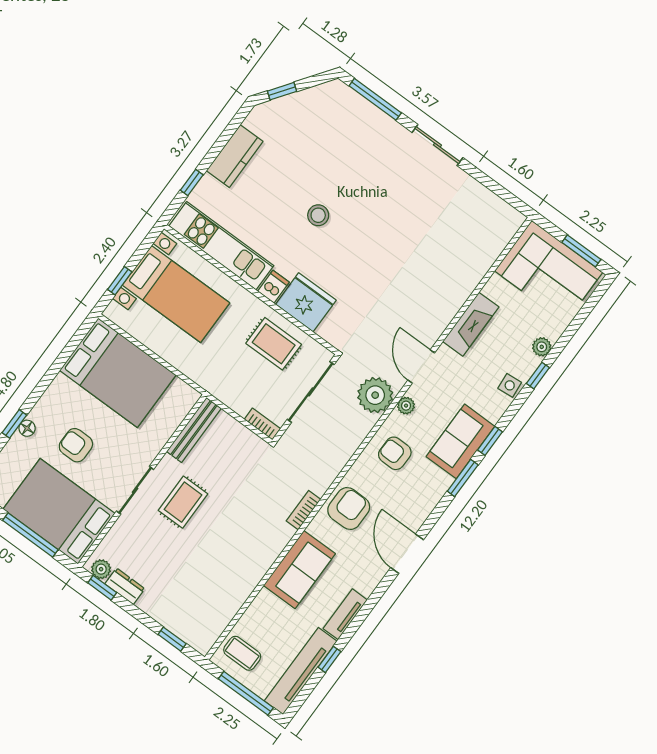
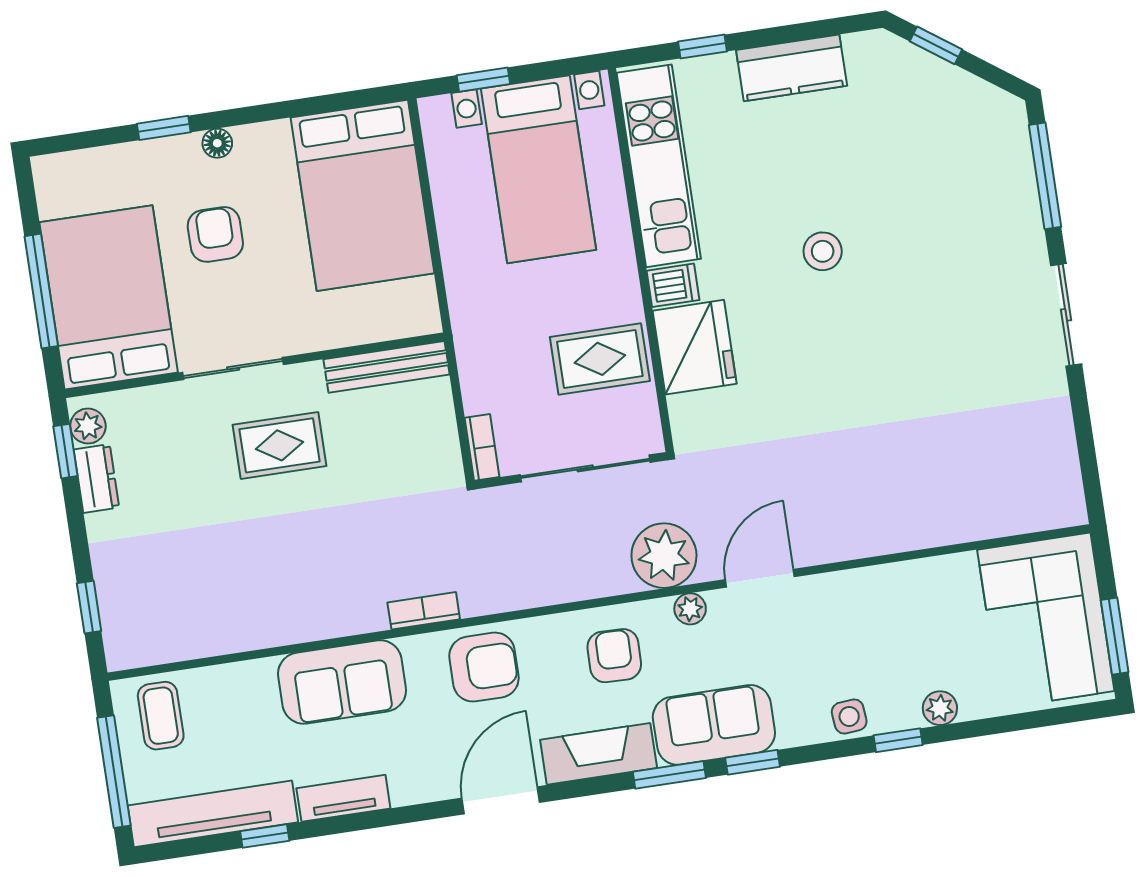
fireplace: (471, 324) -> (599, 754), moved, turned 180
rug: (274, 344) -> (600, 359), turned 90
floor lamp: (27, 428) -> (217, 143), moved

